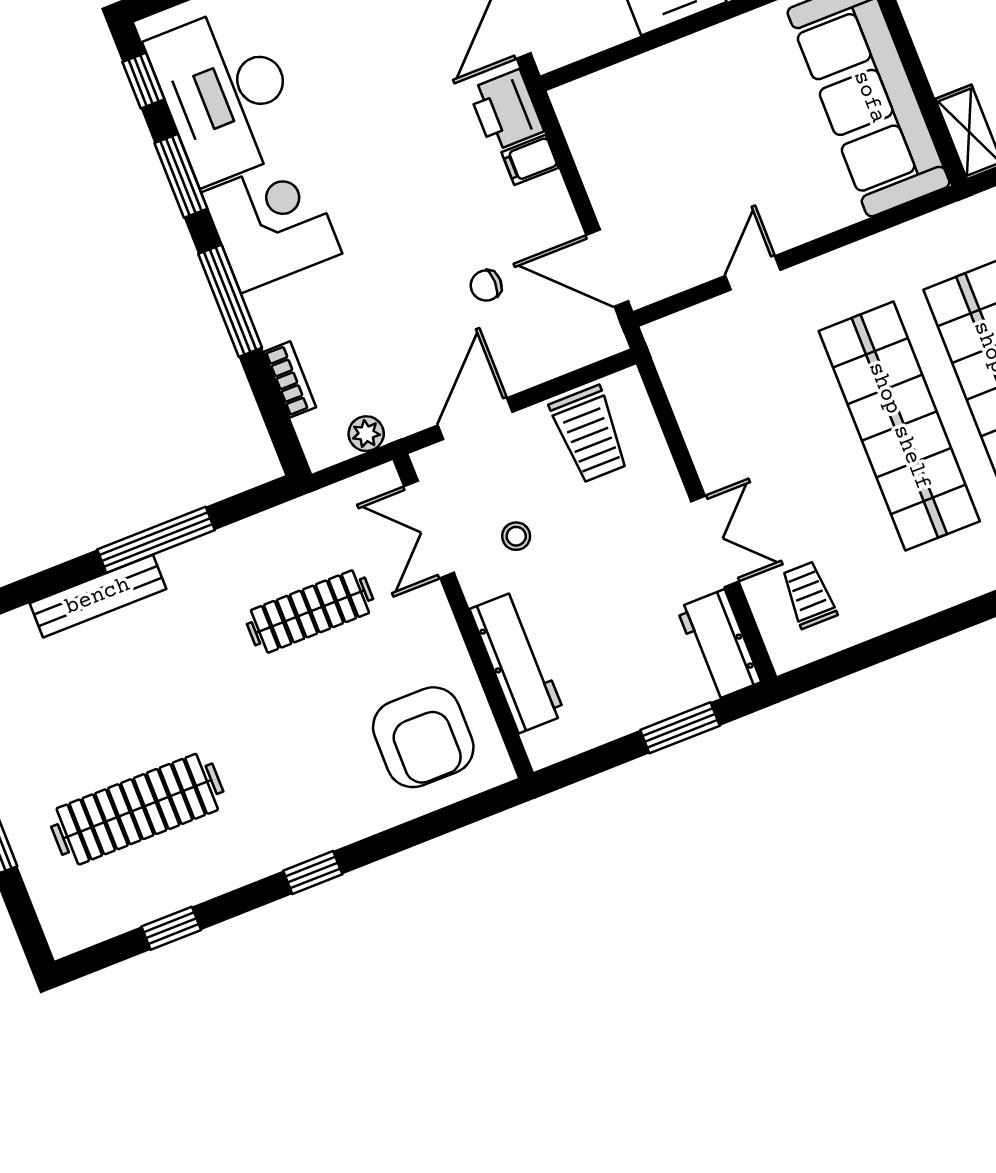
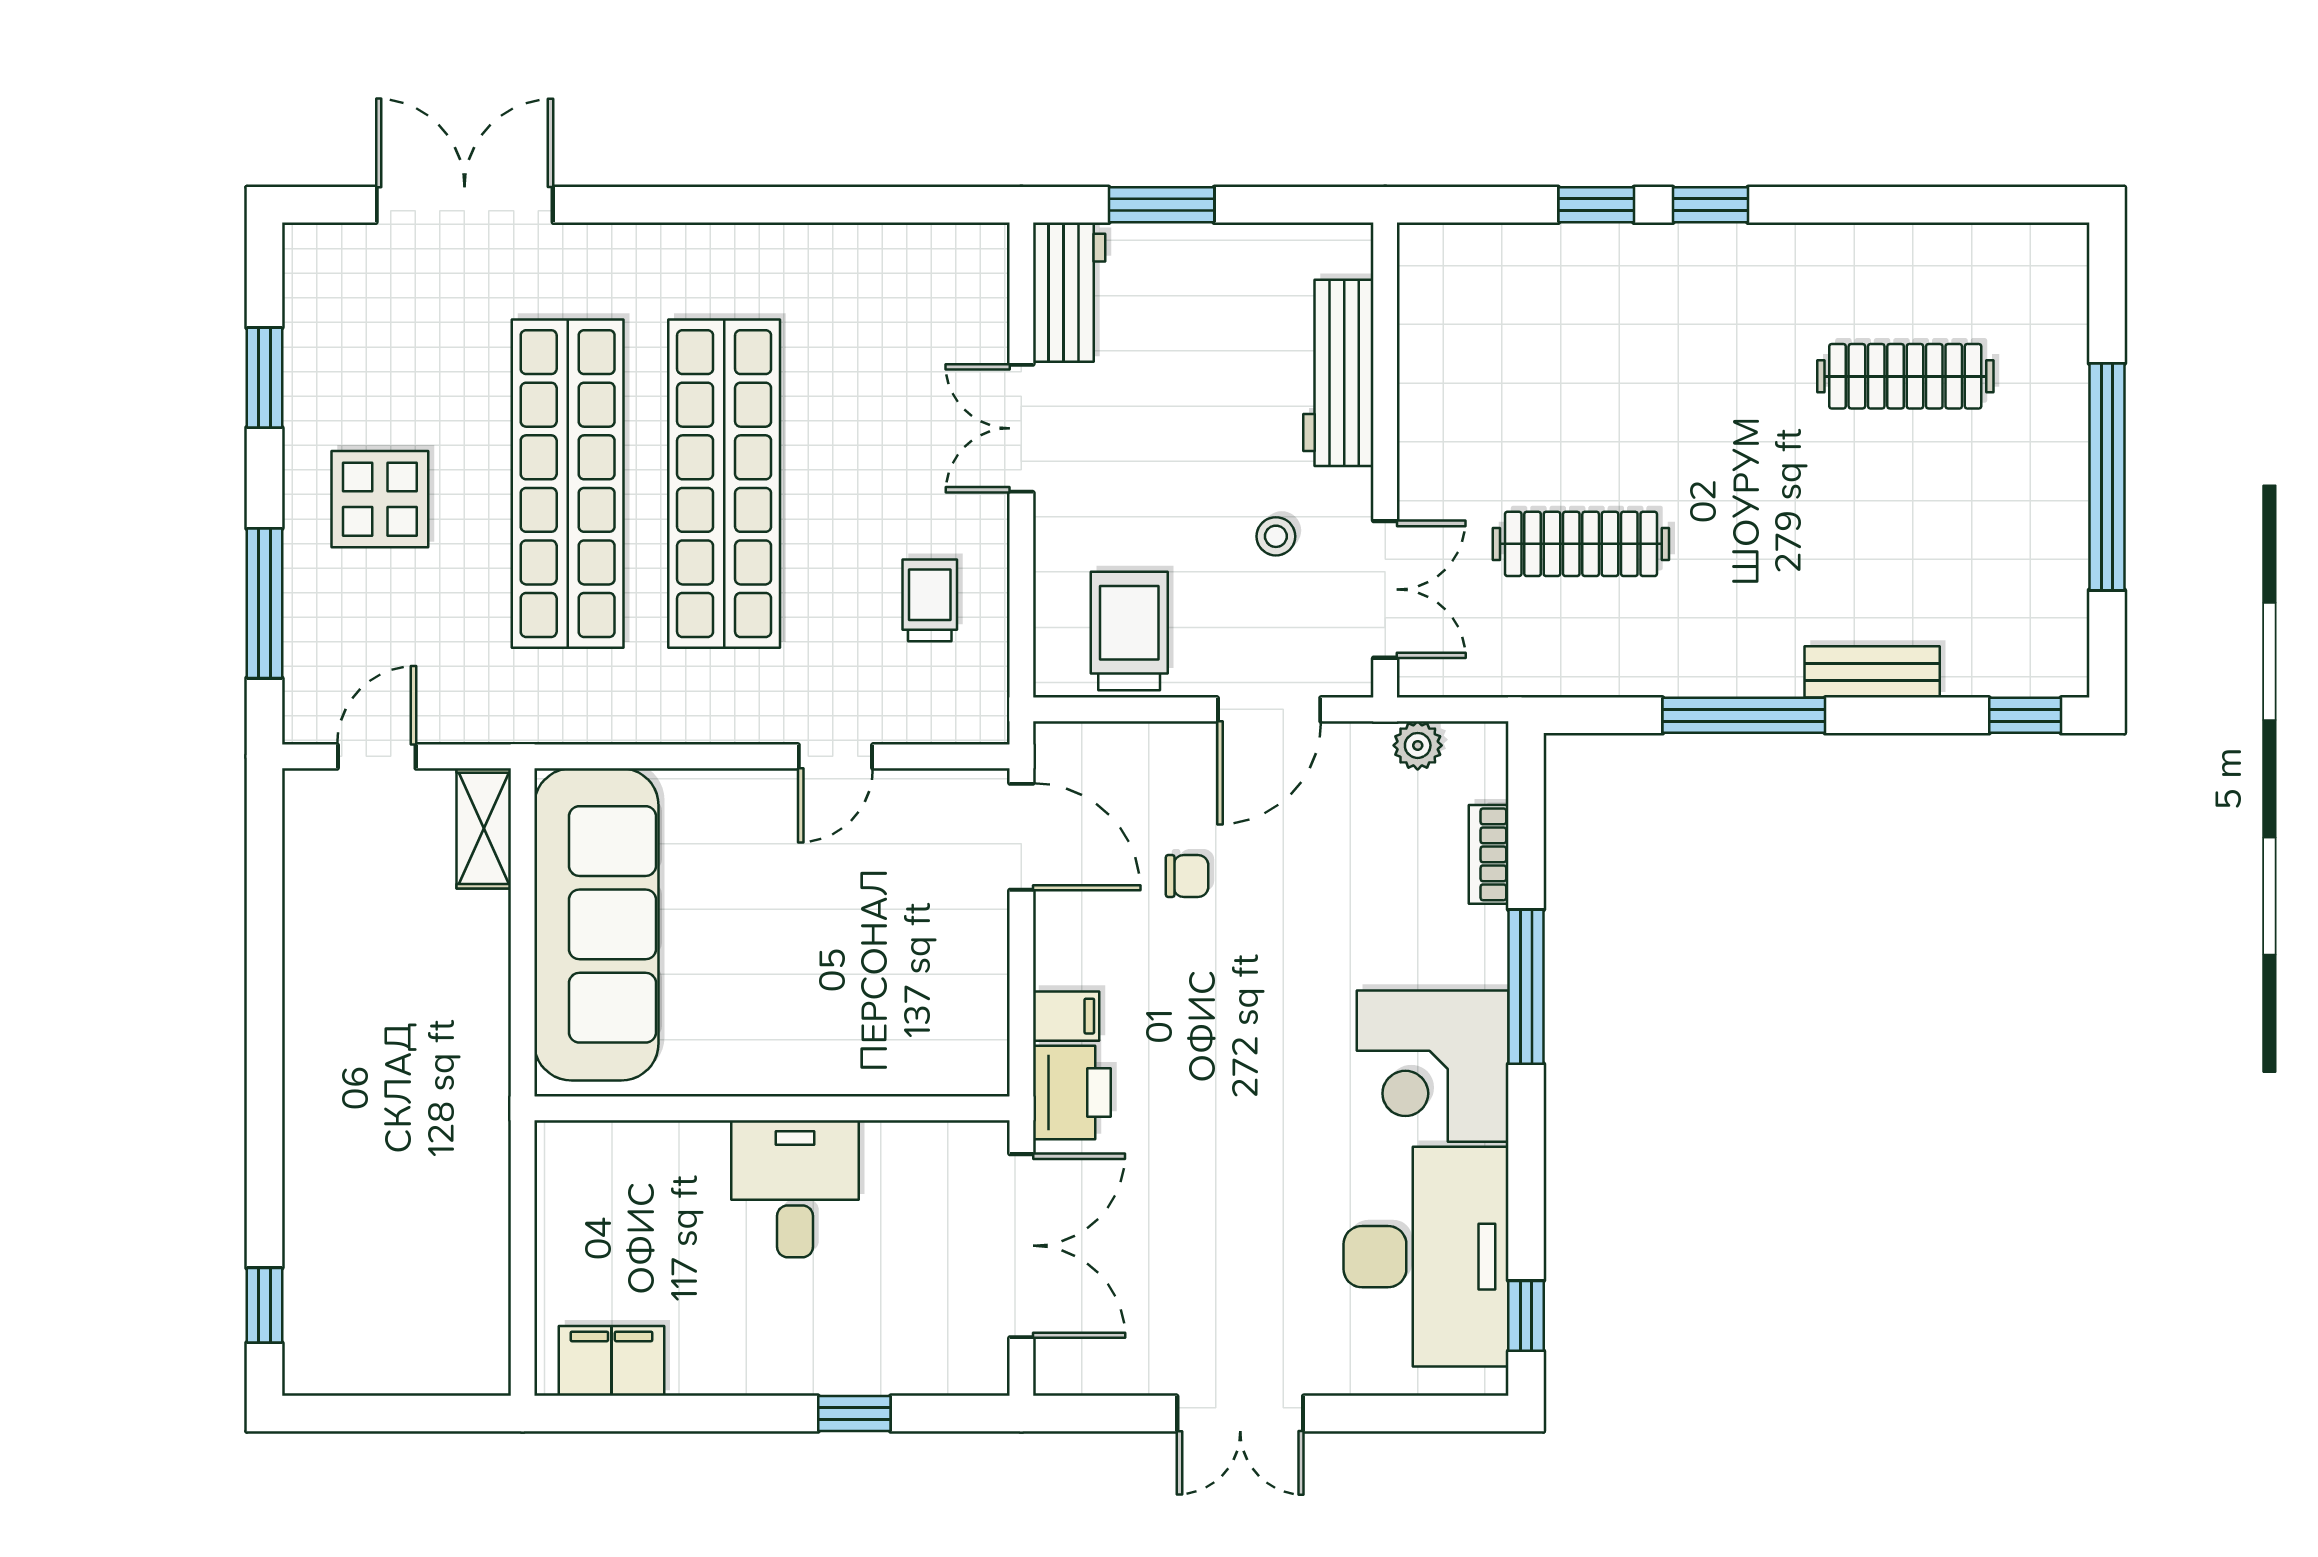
window: (181, 176) -> (1526, 1173), removed
trolley: (809, 595) -> (930, 600), moved, turned 180
bench: (98, 596) -> (1872, 672), width x0.73
armchair: (423, 737) -> (1499, 324), removed
clothes rail: (137, 809) -> (1905, 376), width x0.73, depth x0.76
window: (171, 928) -> (1596, 205), moved

